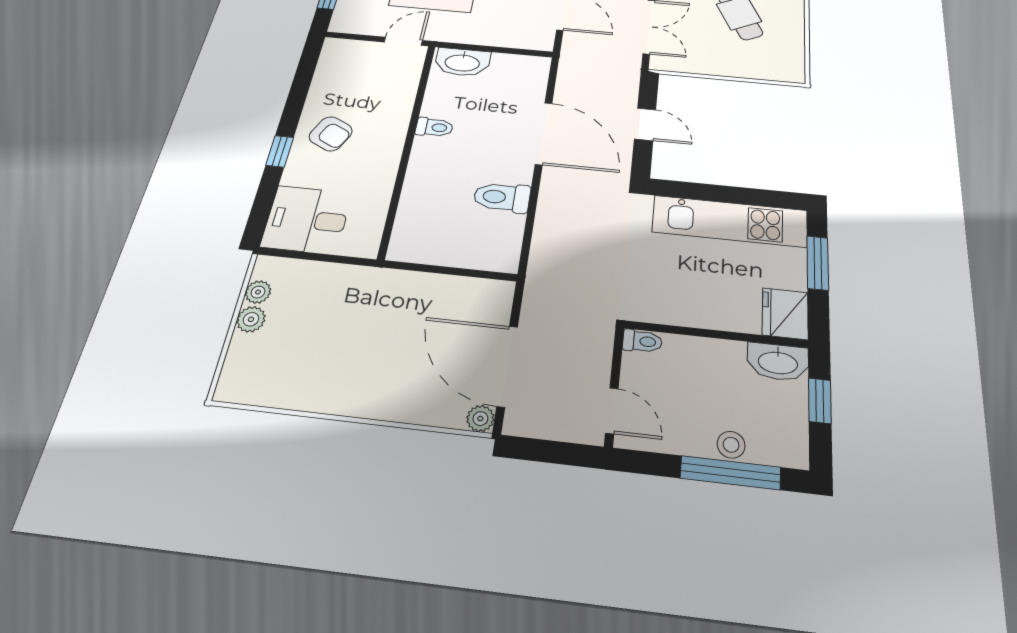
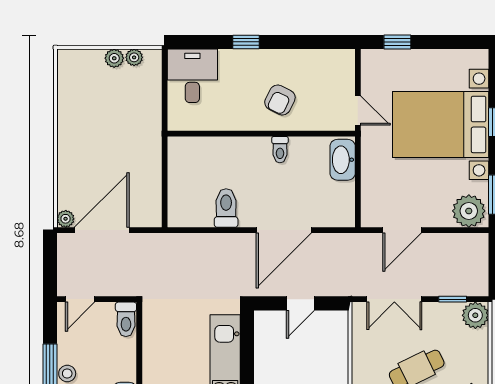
armchair: (331, 134) -> (280, 100), moved
toilet: (642, 341) -> (126, 319), width x1.37, depth x1.39

